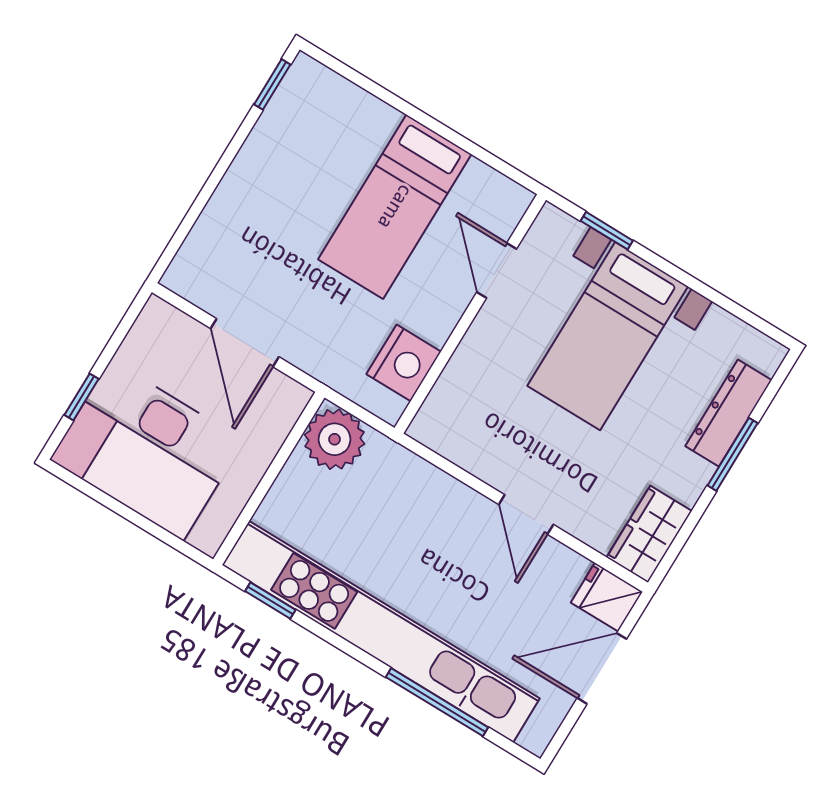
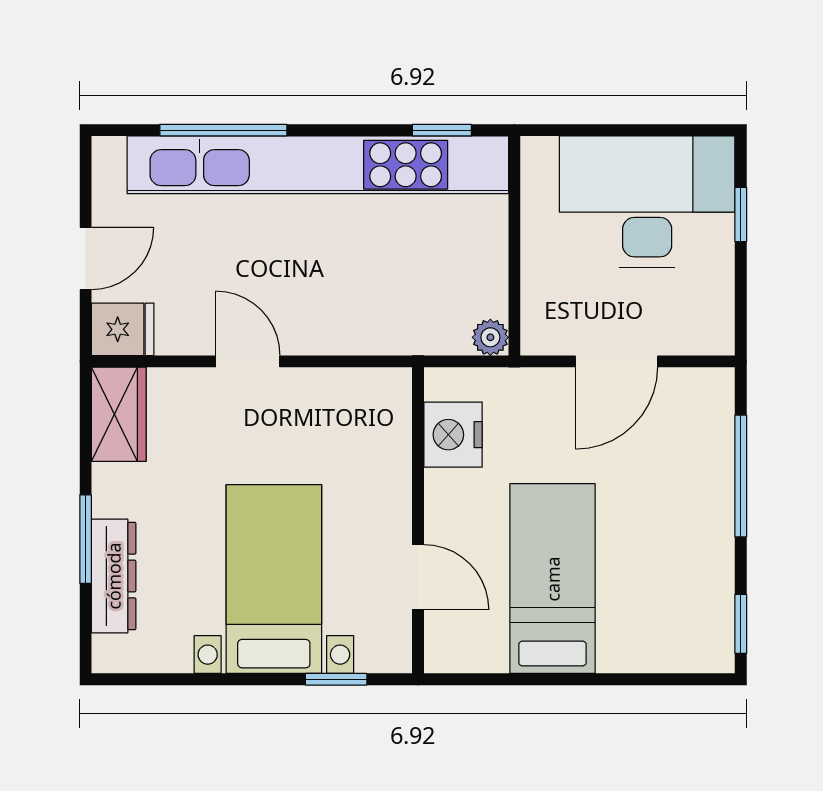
window: (203, 197) -> (741, 476), added
door: (245, 343) -> (616, 361), swing flipped
plant: (335, 439) -> (490, 337), width x0.53, depth x0.53
door: (602, 668) -> (86, 258), width x0.73

